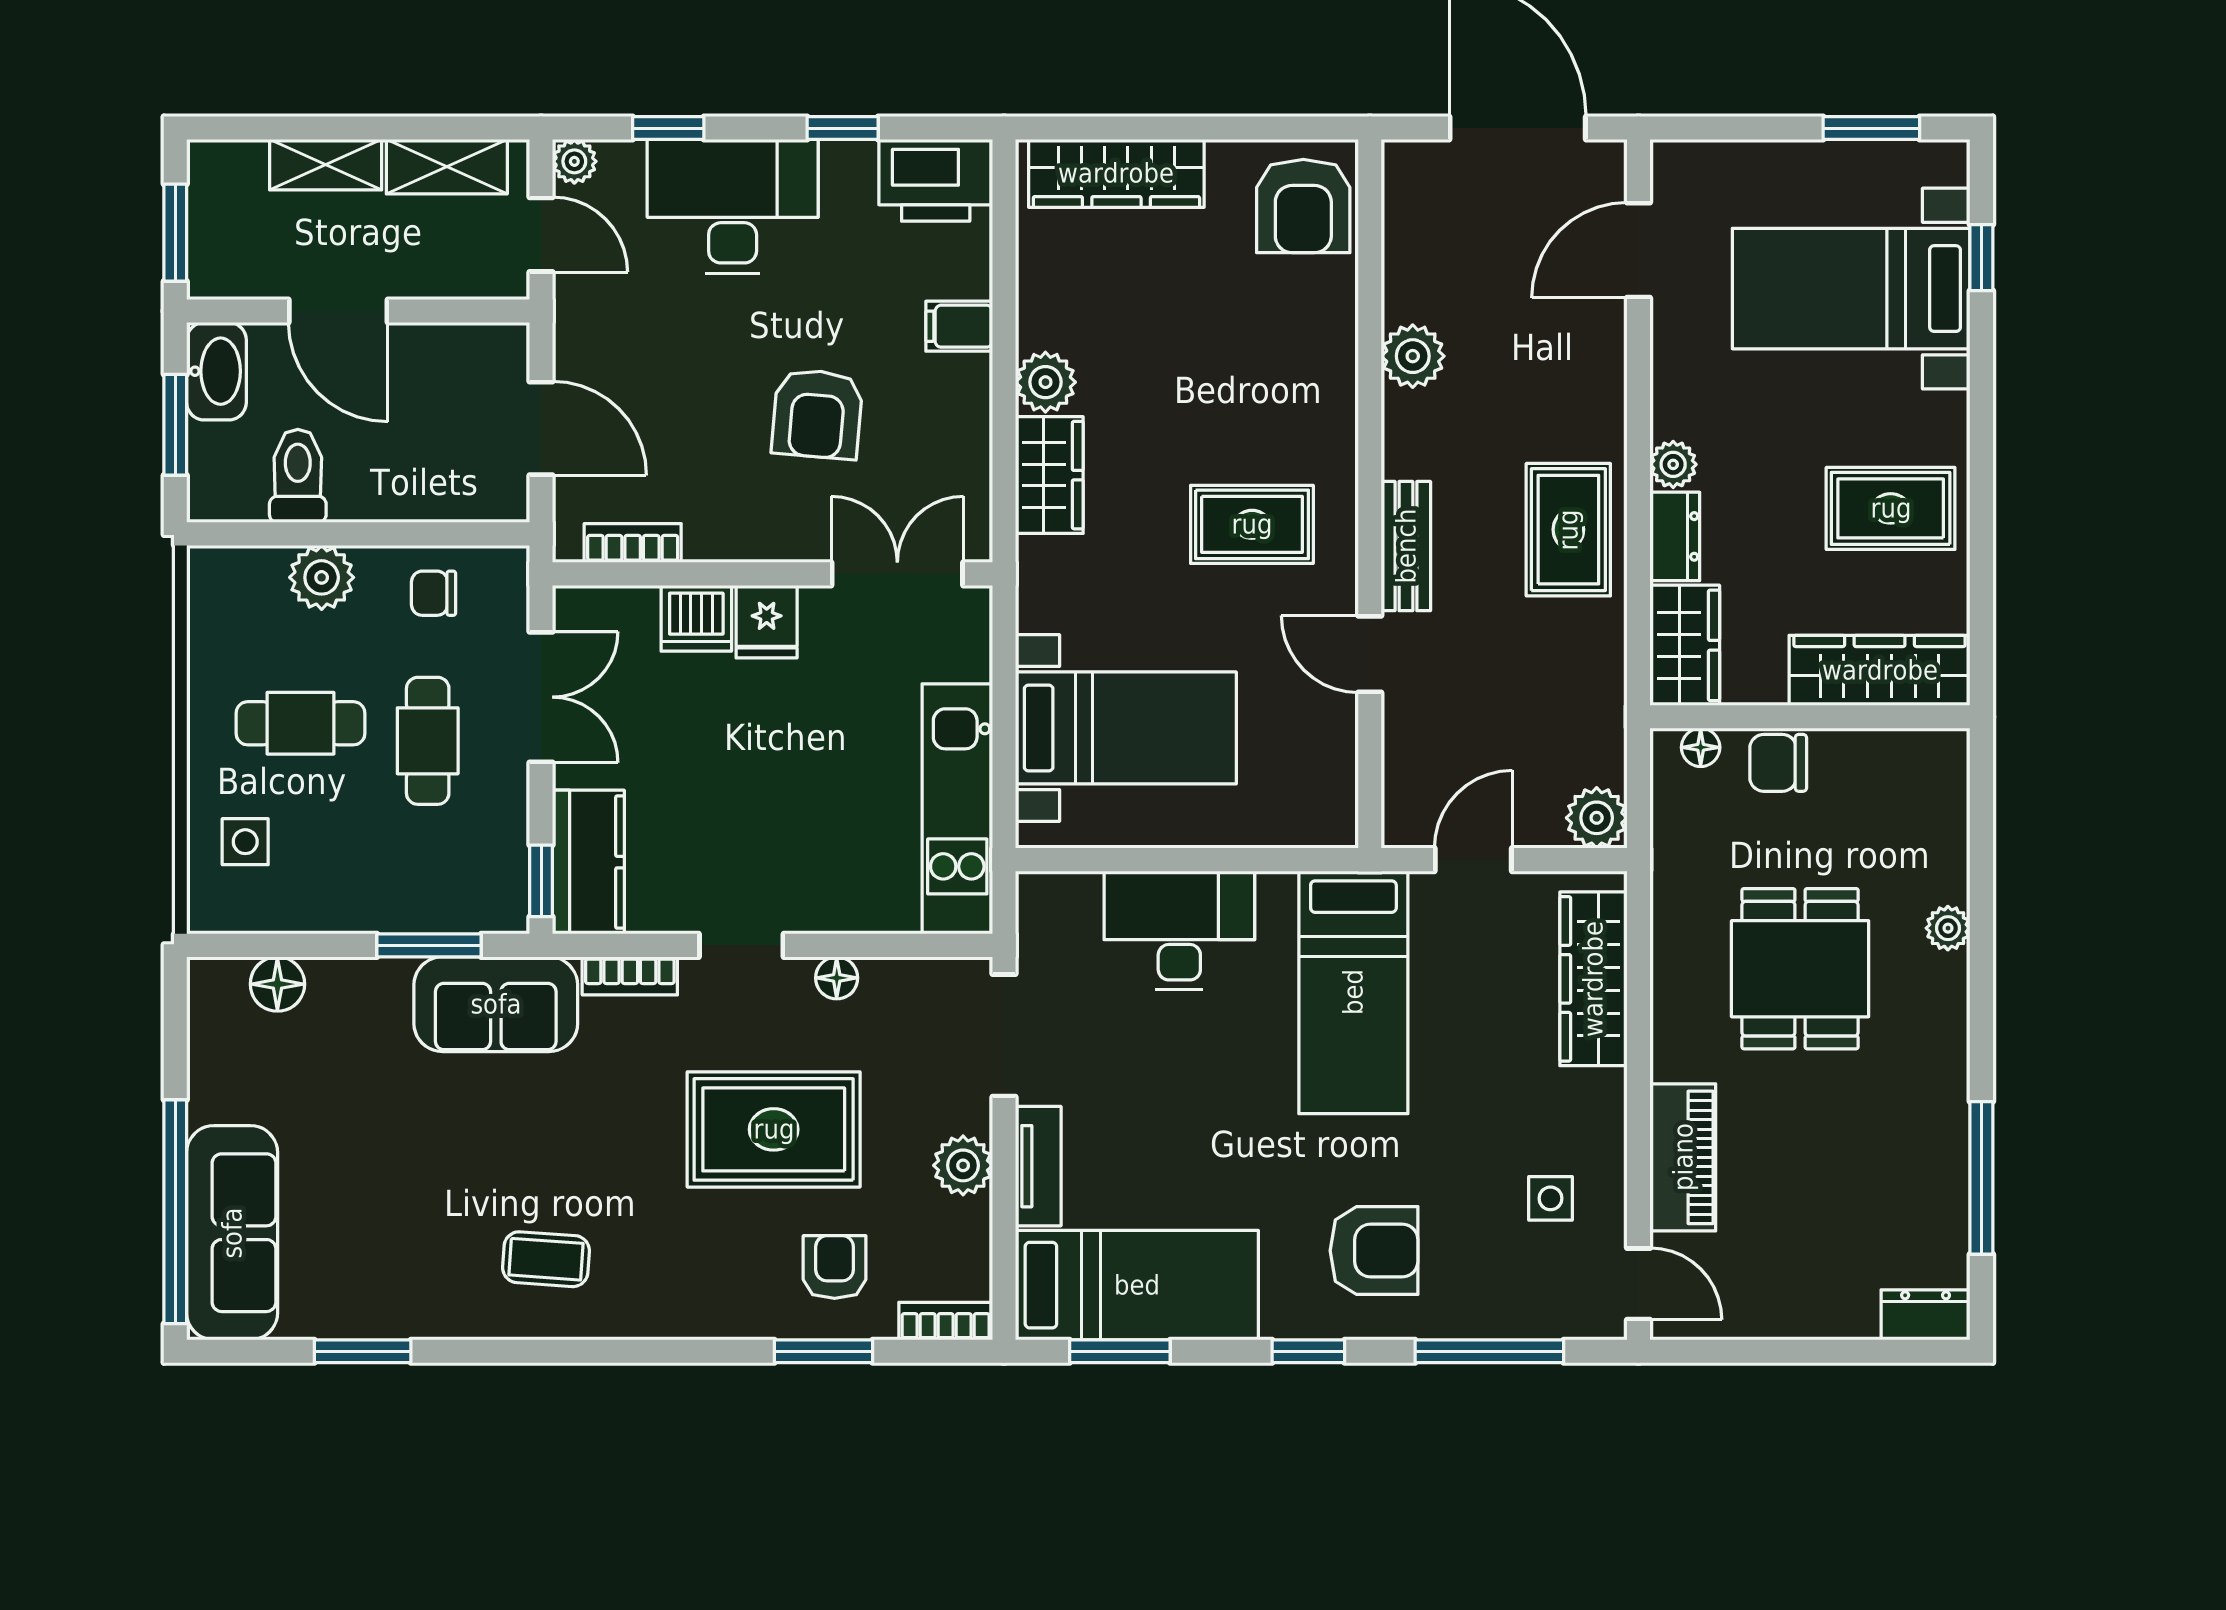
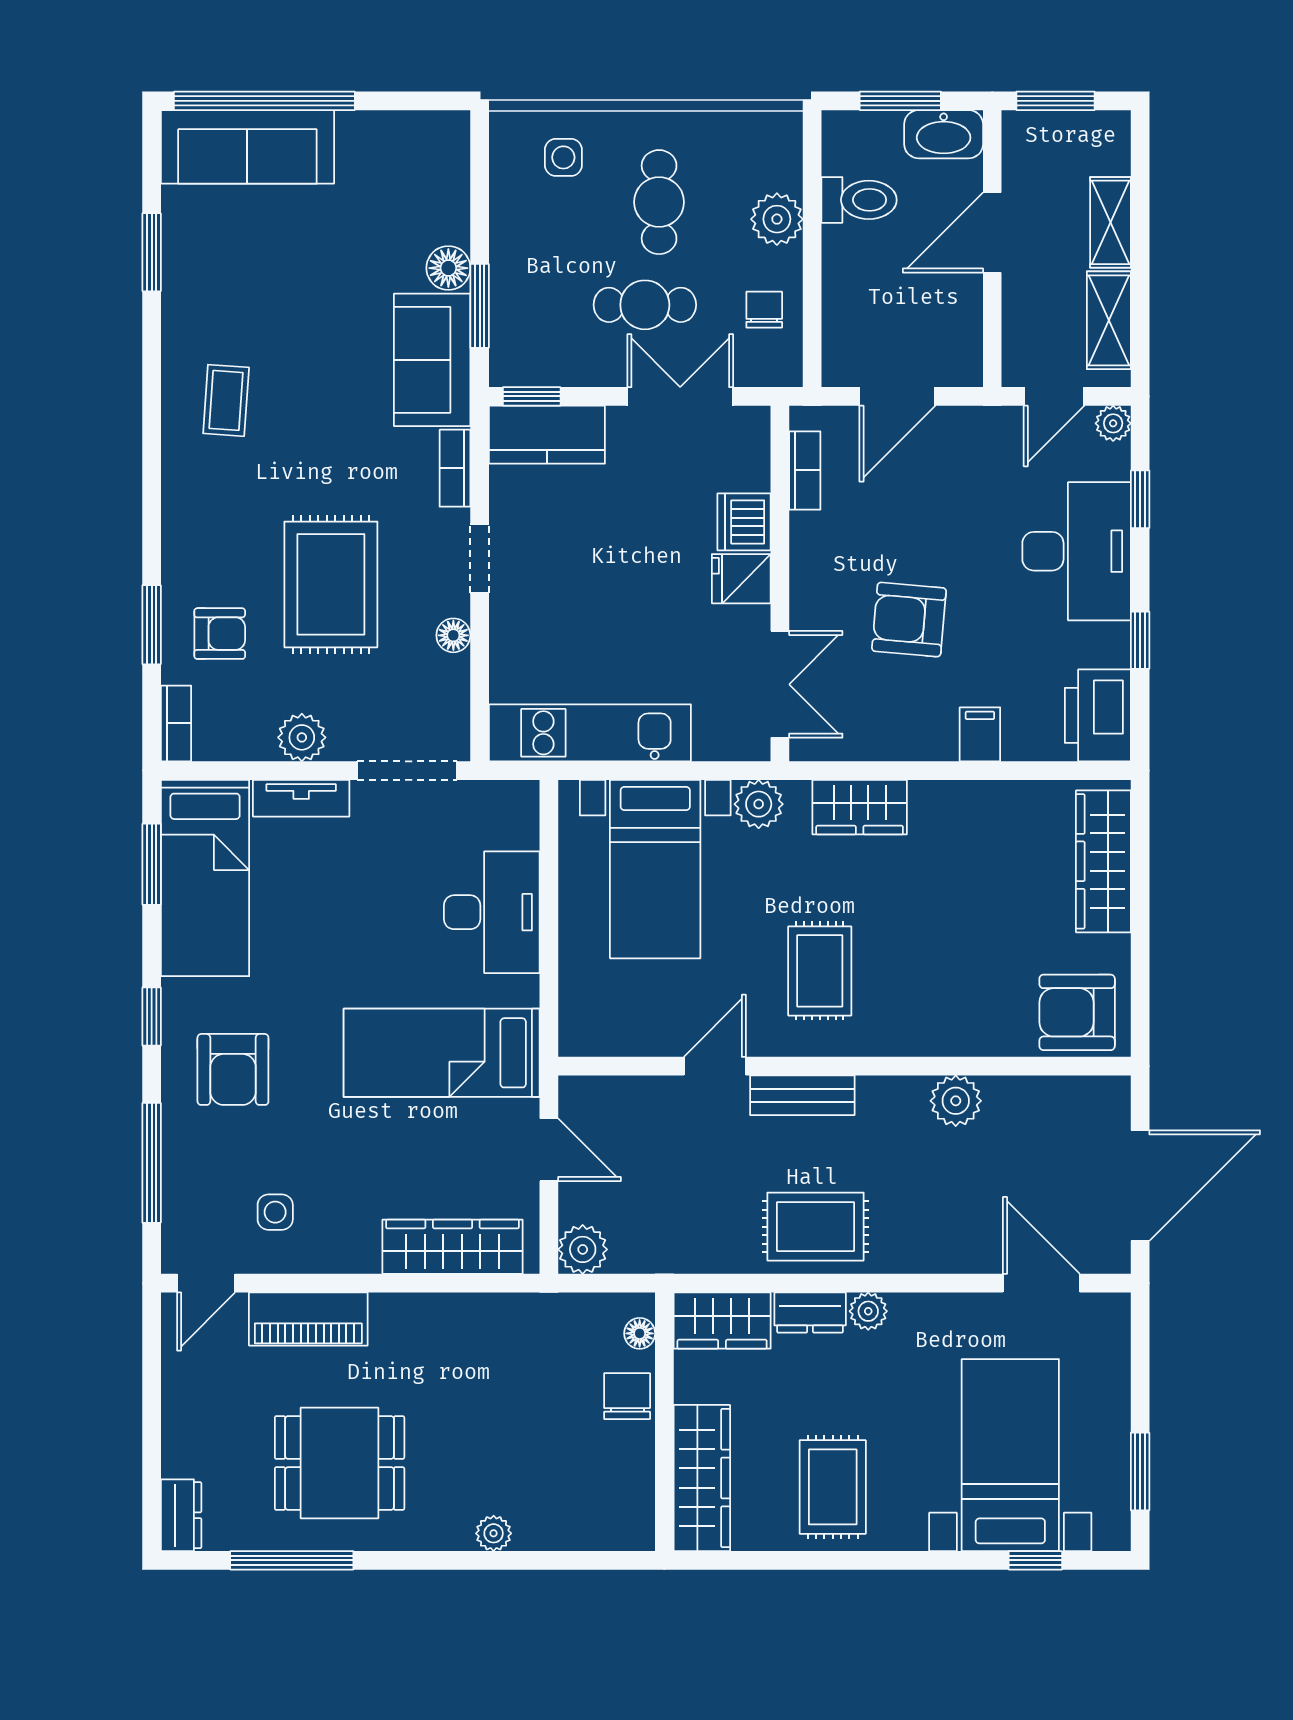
plant: (1045, 382) -> (759, 804), moved
double door: (541, 697) -> (680, 396), swing flipped
dining table: (1800, 969) -> (340, 1463), moved
floor lamp: (277, 984) -> (448, 268), moved

